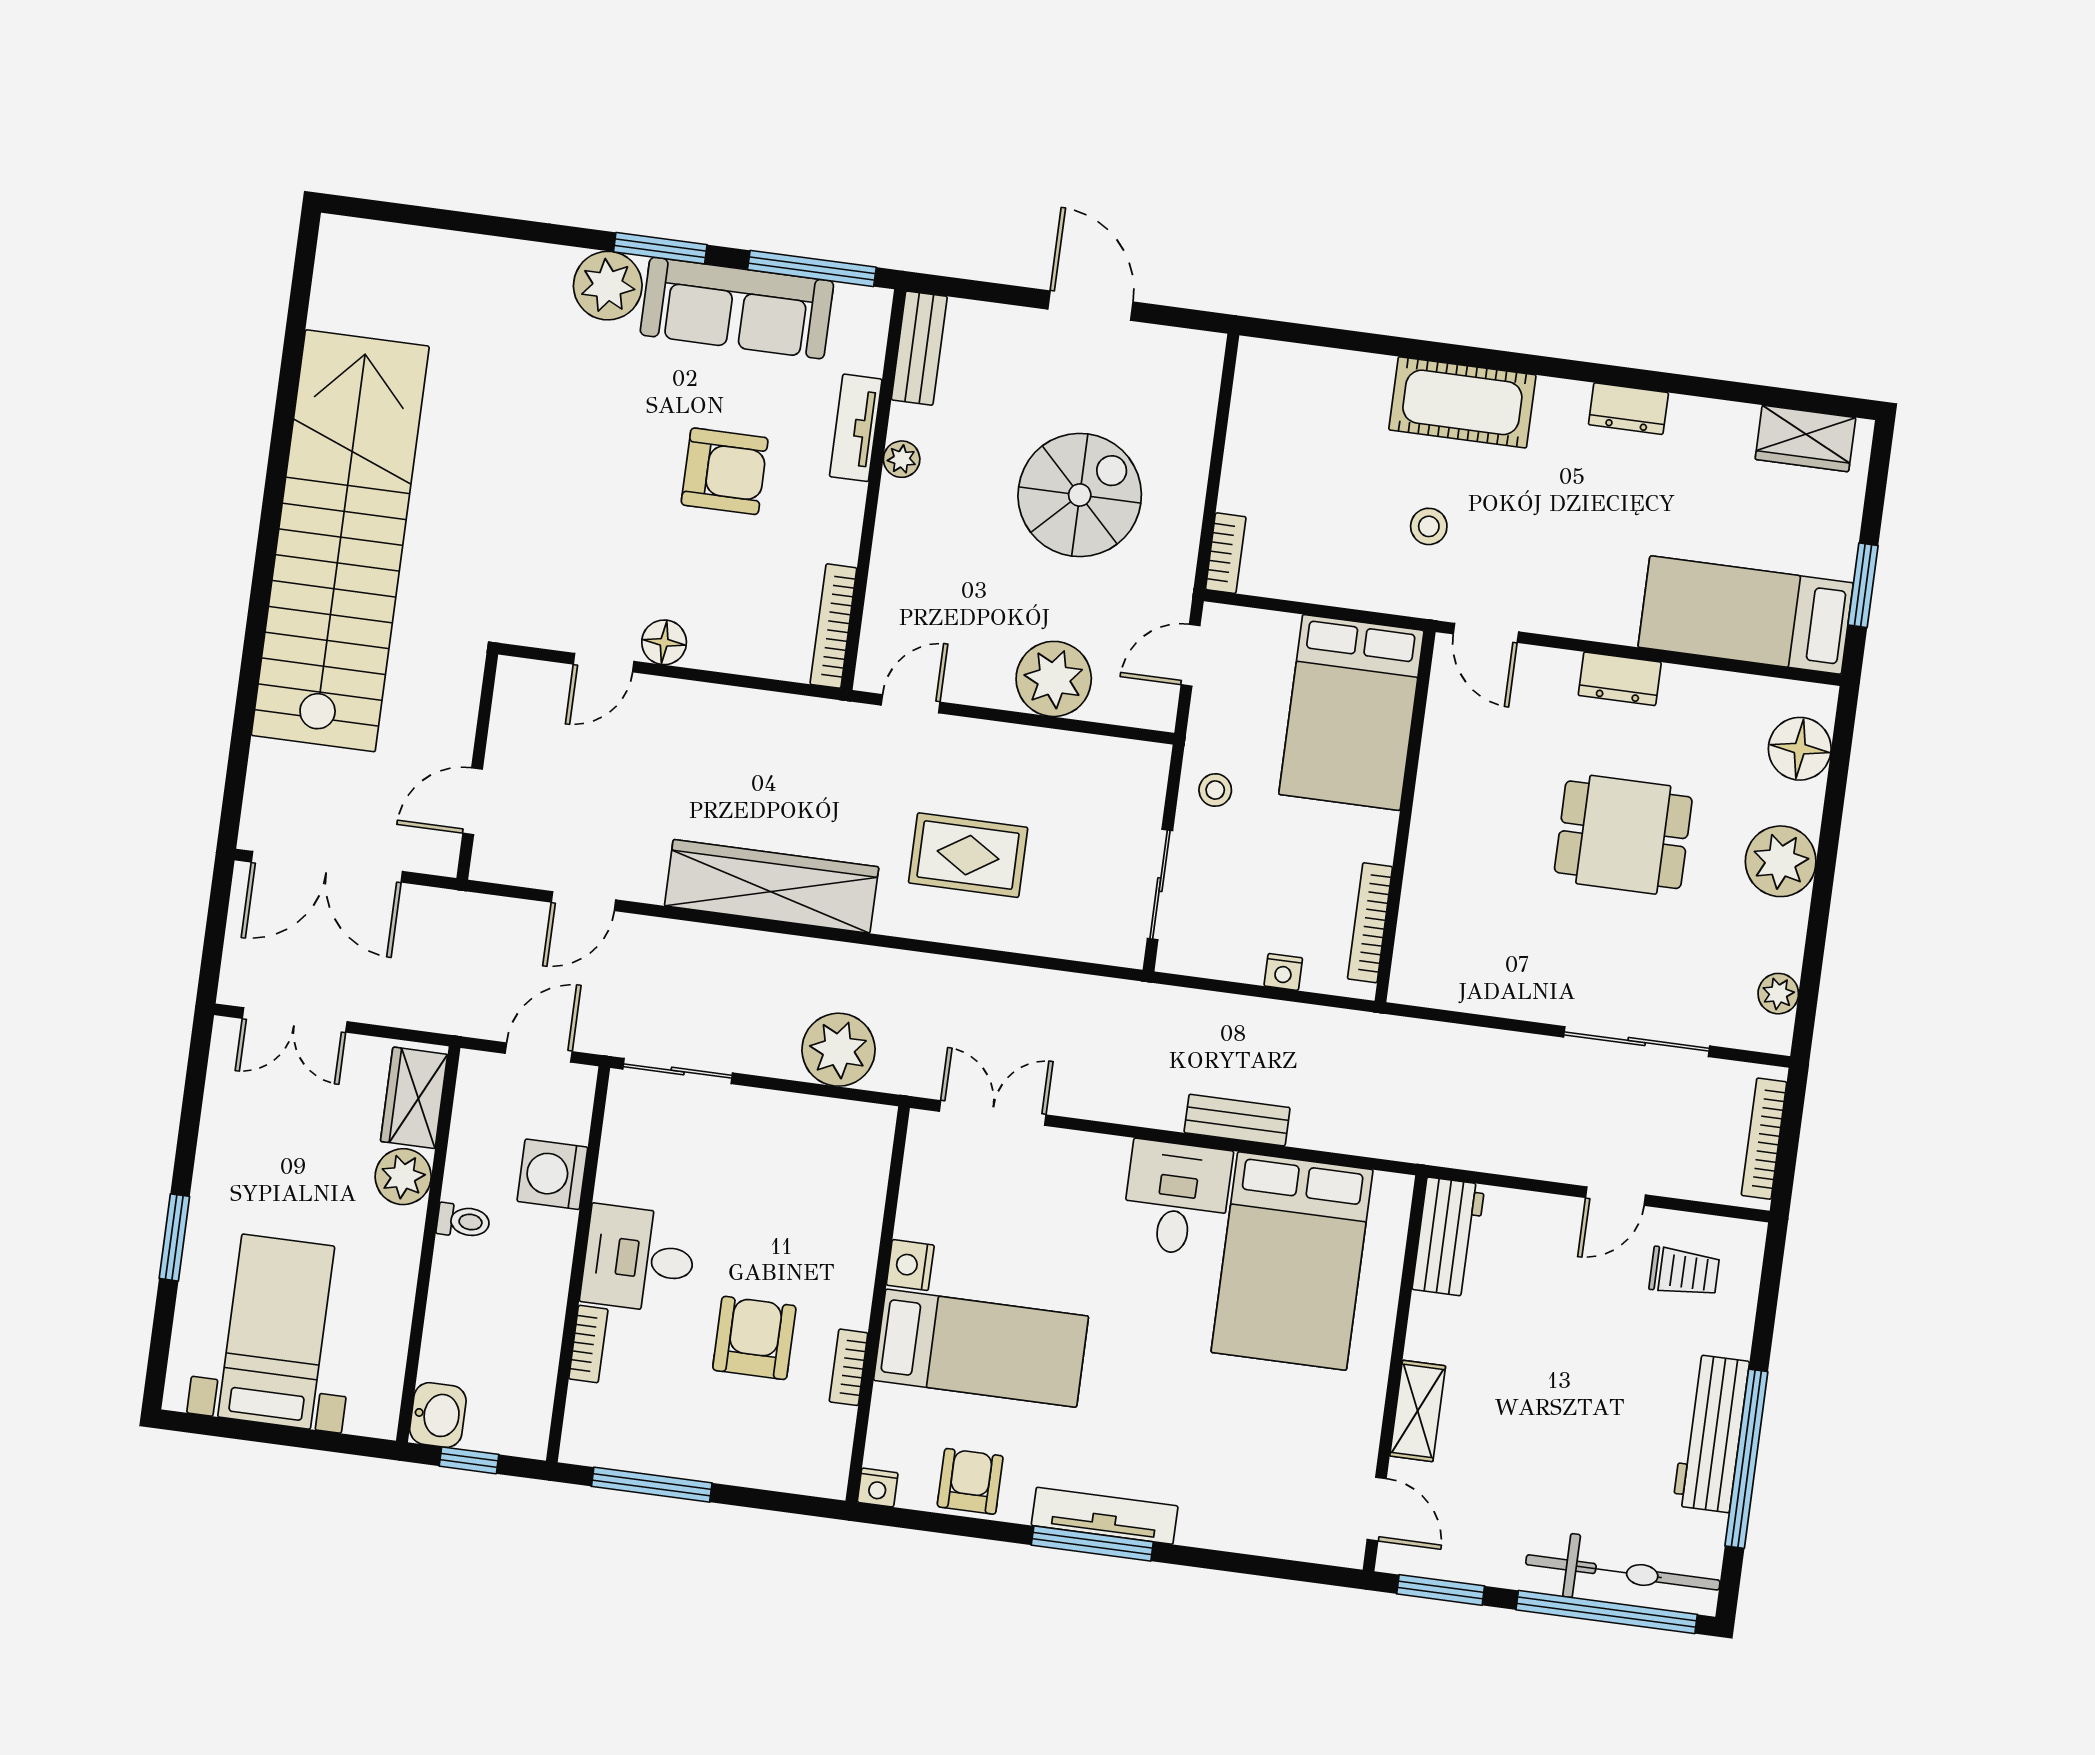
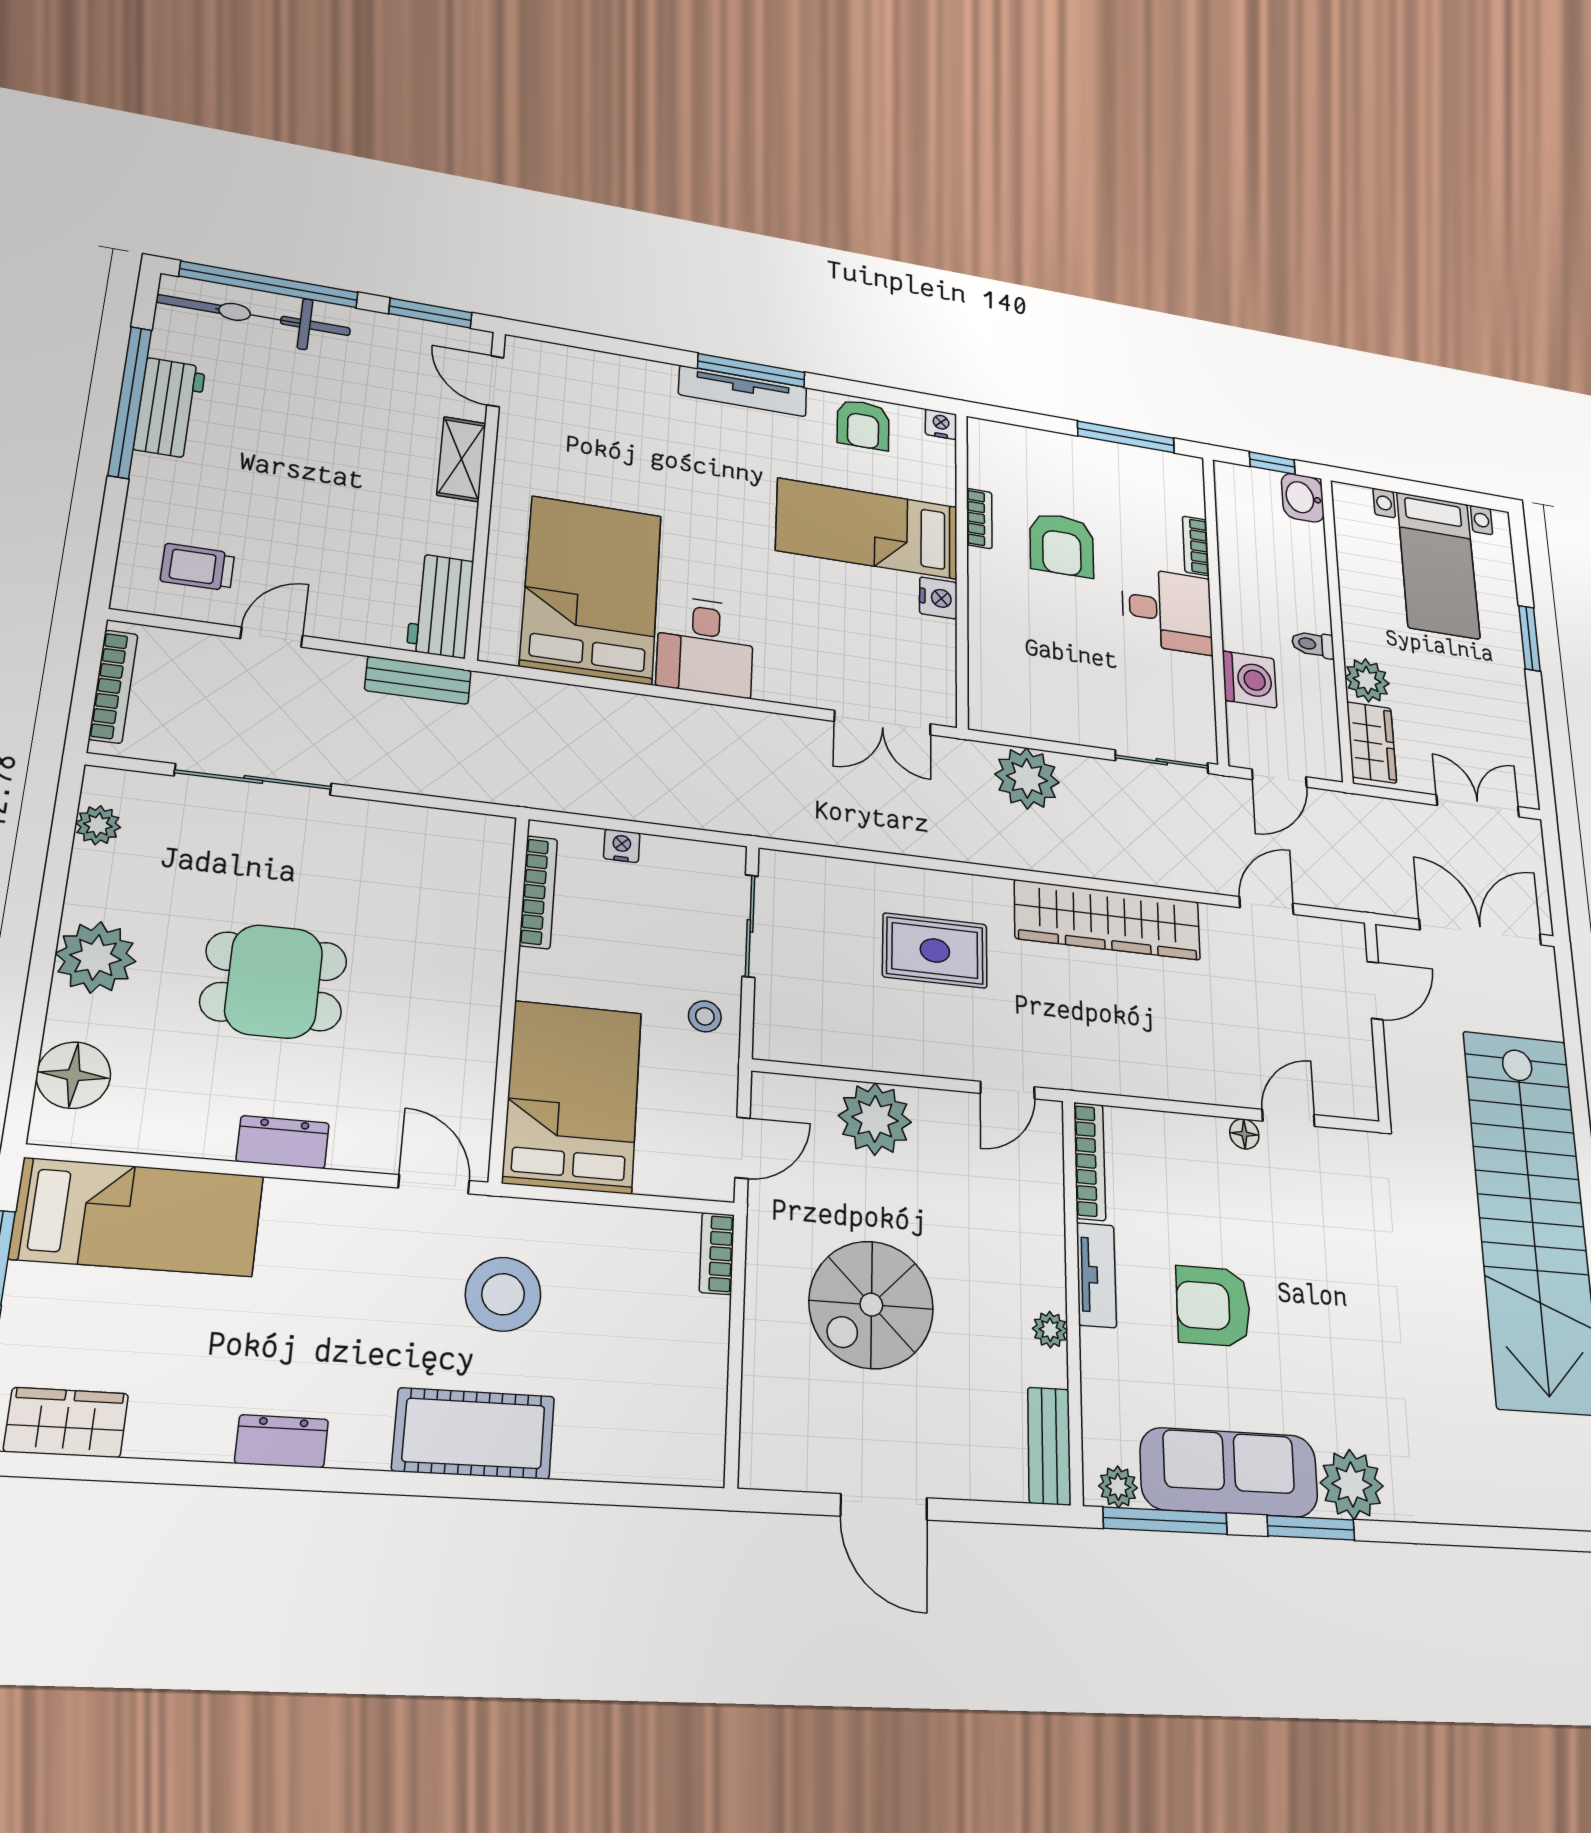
plant: (855, 304) -> (1118, 1487), added
tv unit: (856, 428) -> (1096, 1275), moved
stool: (1429, 526) -> (503, 1294), width x1.89, depth x1.89
floor lamp: (664, 642) -> (1244, 1134), width x0.73, depth x0.73
bench: (1237, 1120) -> (418, 680), moved
workbench: (1711, 1433) -> (170, 408), width x0.73

